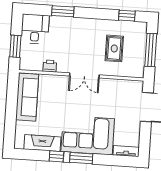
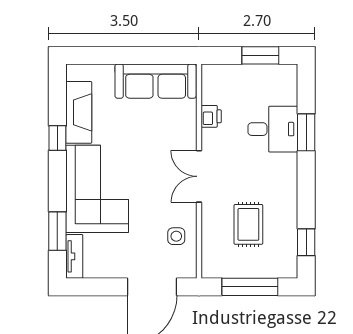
desk: (35, 29) -> (273, 129), moved
window: (15, 46) -> (260, 55), moved
rug: (114, 48) -> (248, 224), turned 90
side table: (118, 91) -> (176, 236), added
window: (81, 158) -> (57, 231), moved

